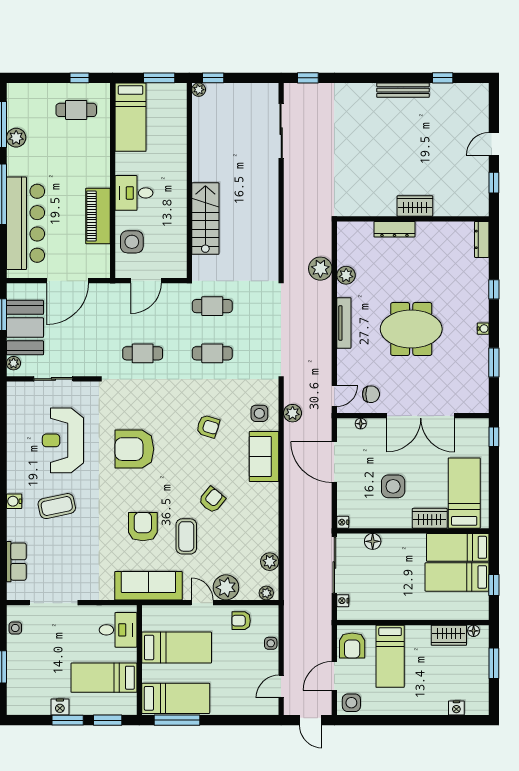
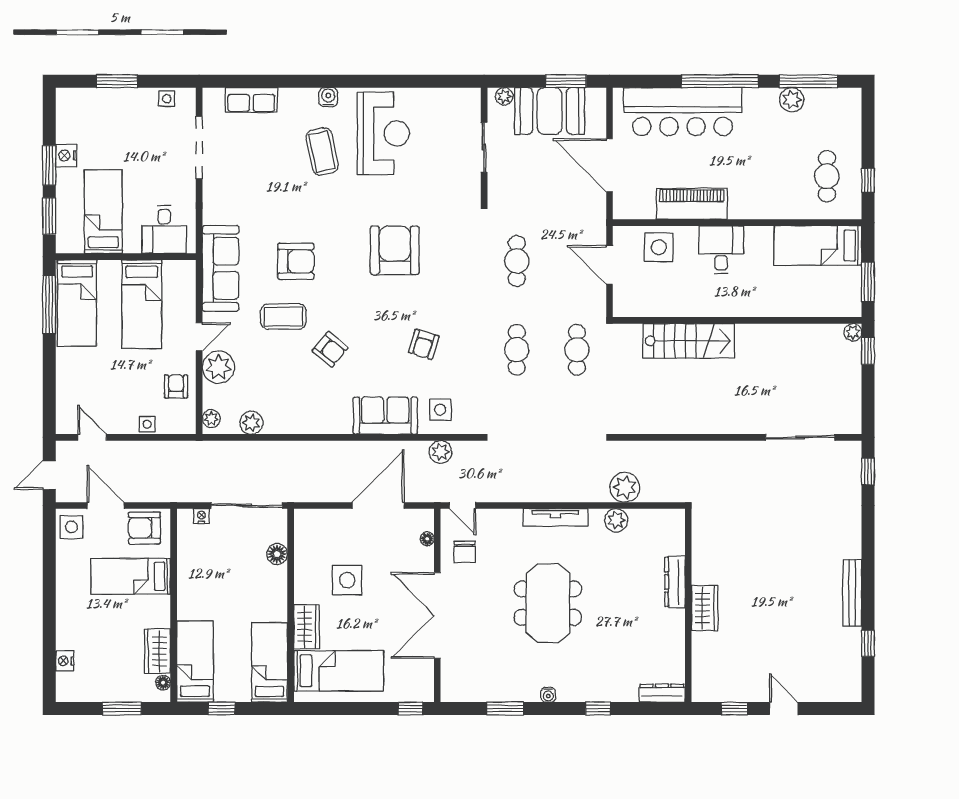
reception desk: (63, 440) -> (383, 133), moved, turned 90
nightstand: (343, 522) -> (302, 516), removed
bed: (457, 577) -> (195, 662), moved

